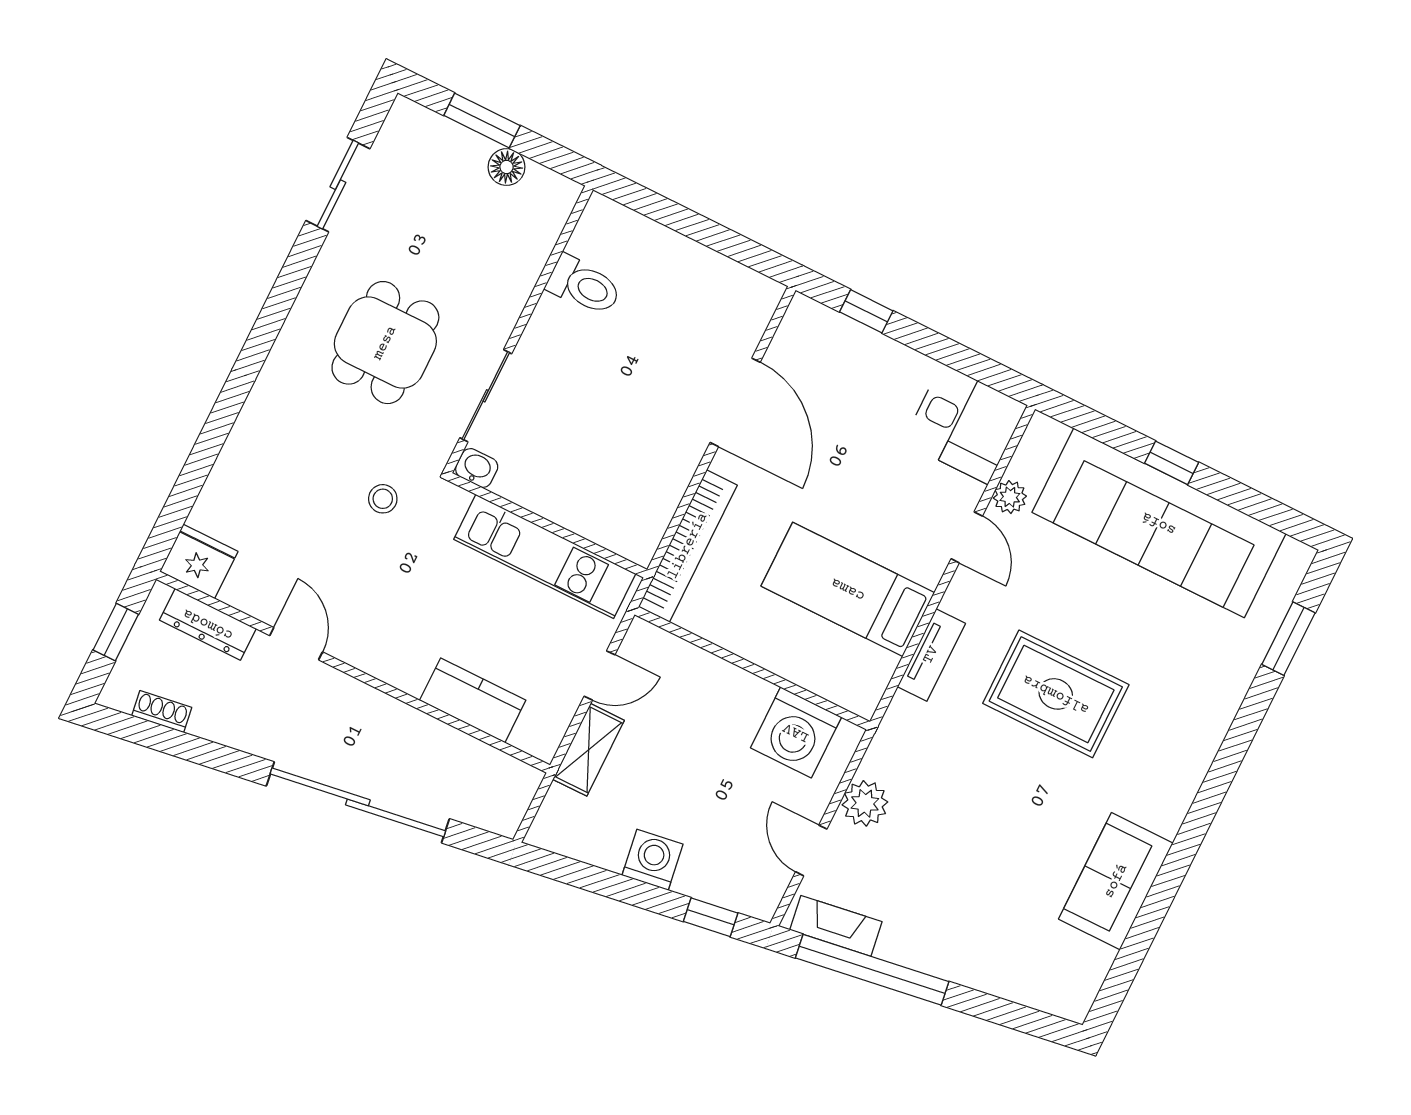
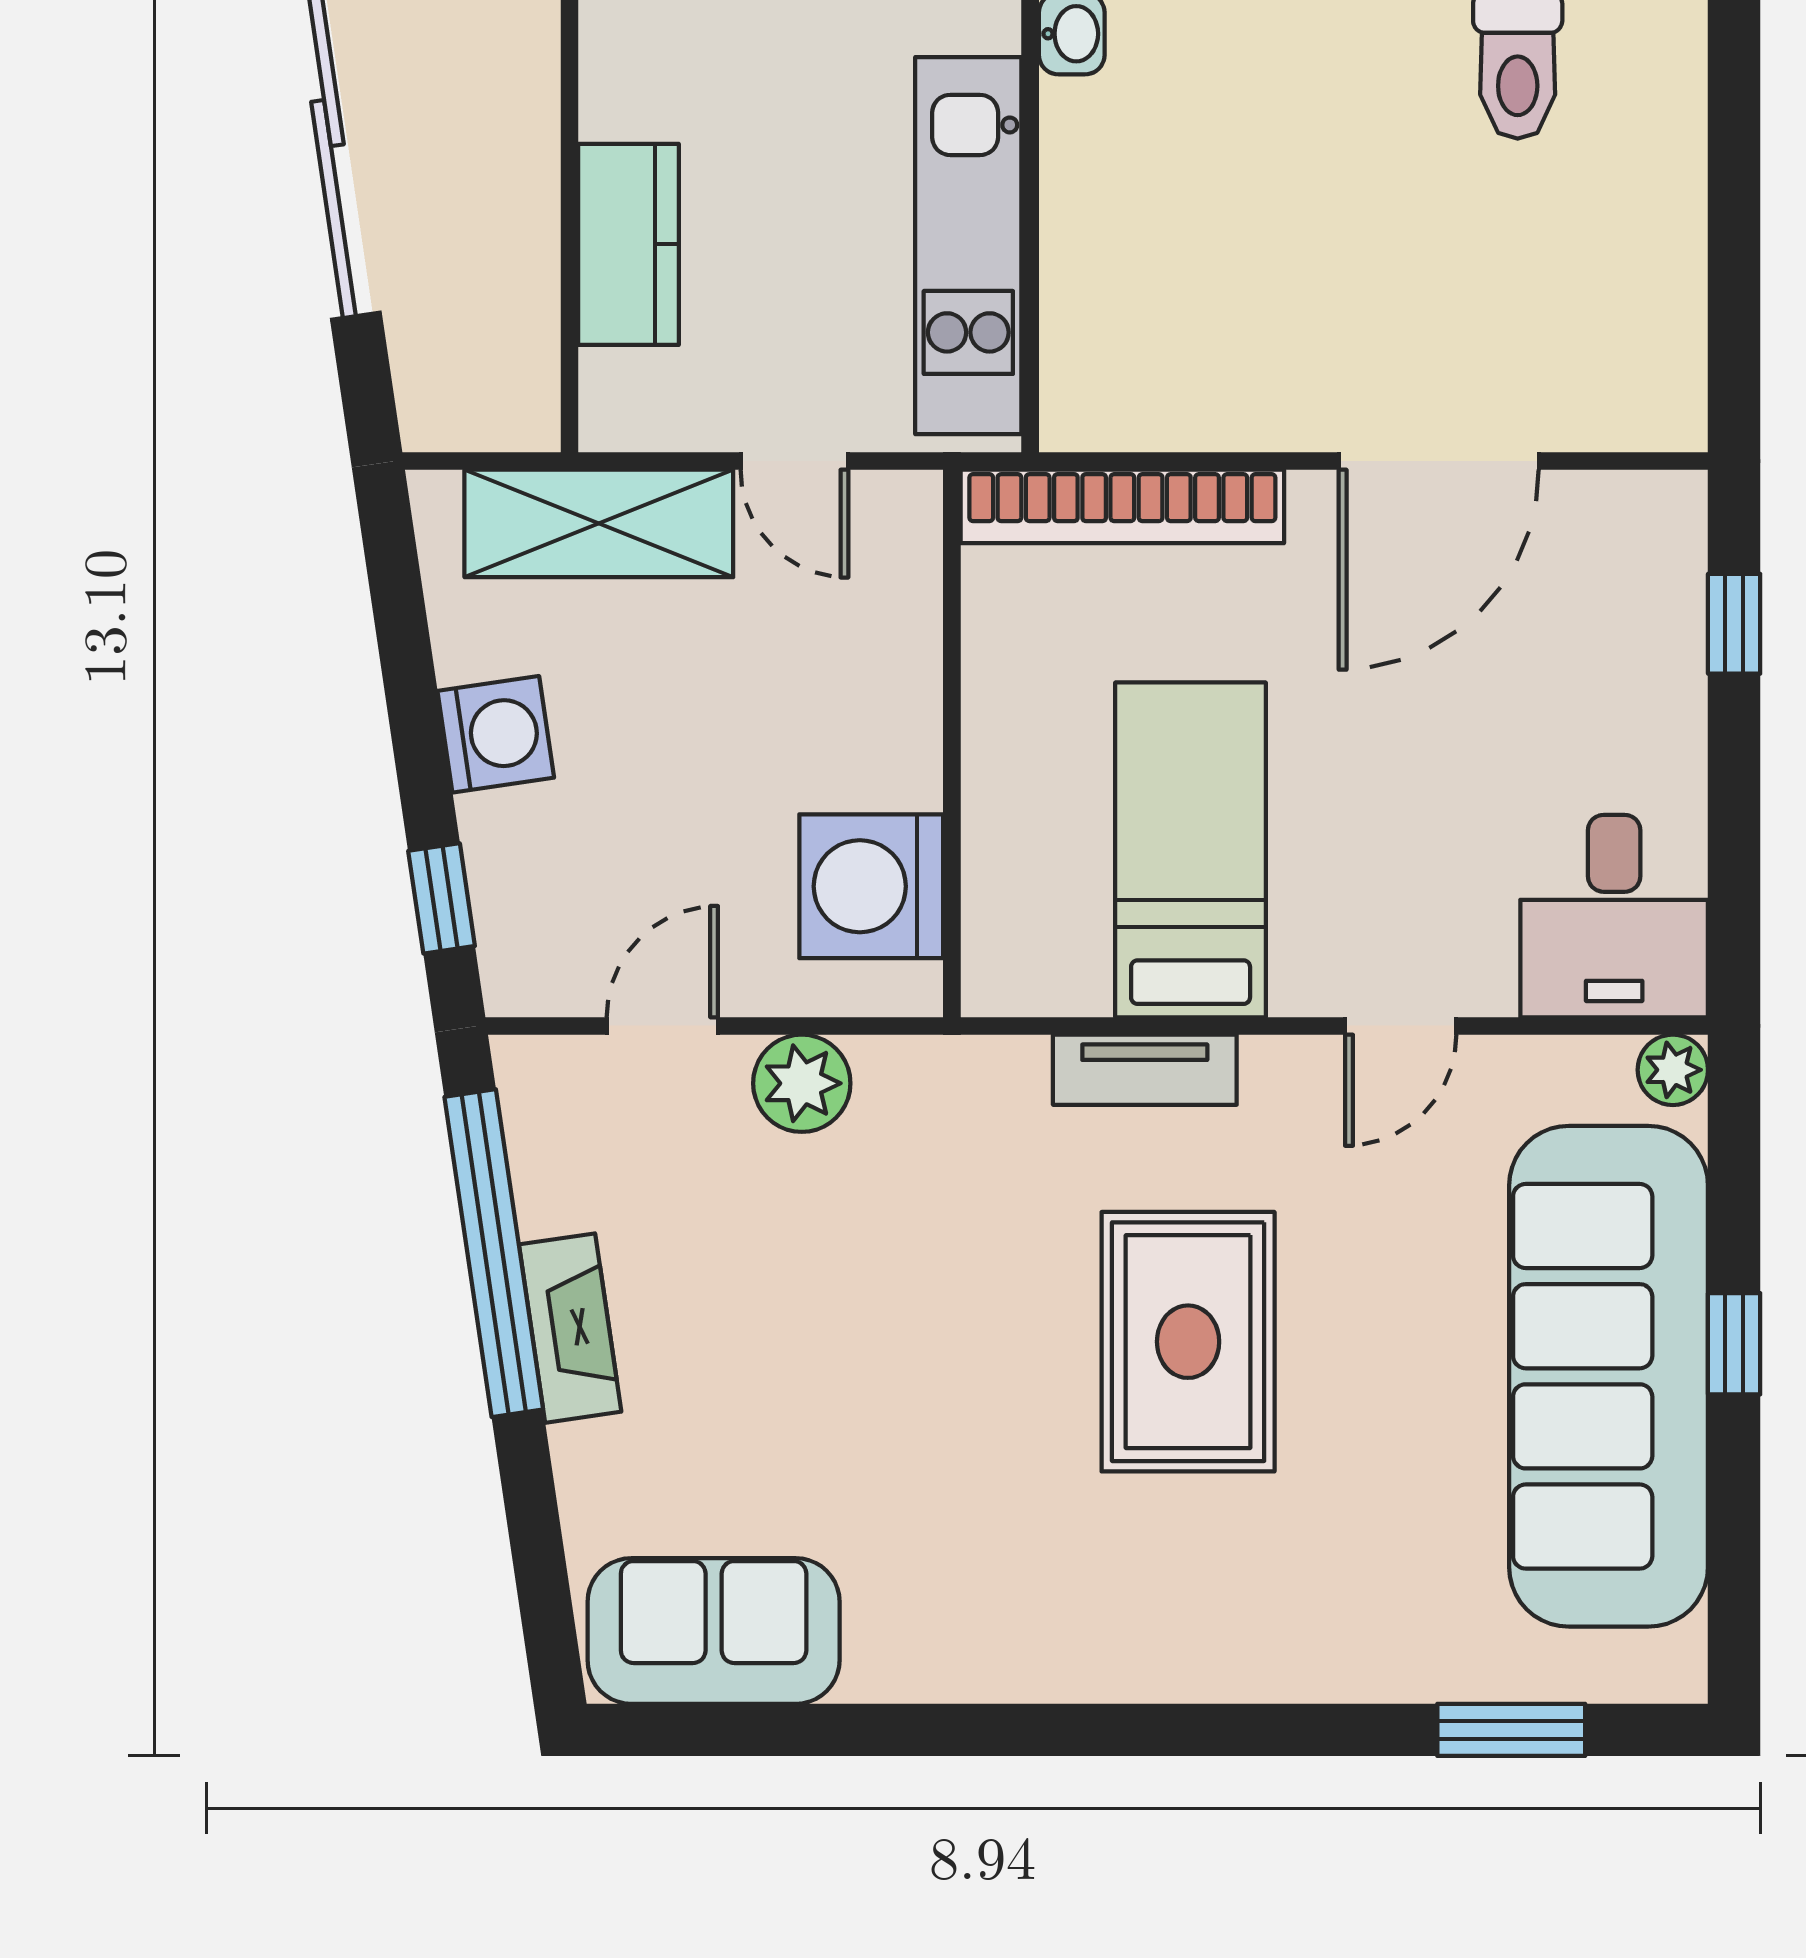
plant: (1010, 497) -> (1673, 1070), moved
shelving: (589, 750) -> (599, 523), width x1.50, depth x1.33
sofa: (1116, 881) -> (714, 1631), moved
fireplace: (836, 926) -> (570, 1328), moved

